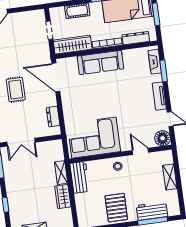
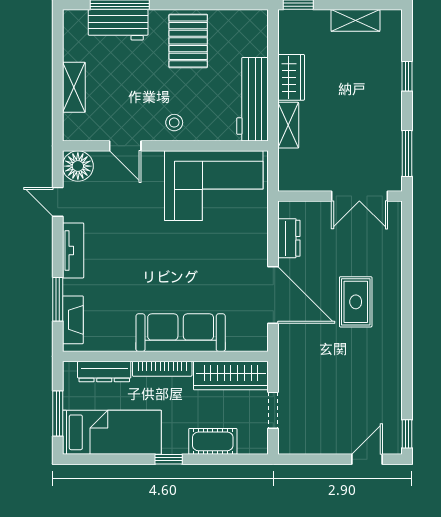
door: (56, 77) -> (273, 295), moved
double door: (21, 142) -> (359, 196), swing flipped
workbench: (80, 177) -> (253, 99), width x1.38

